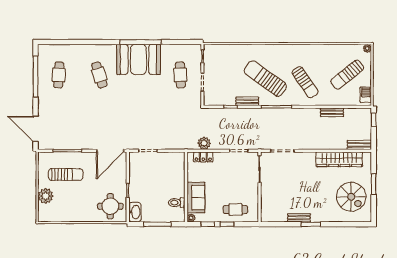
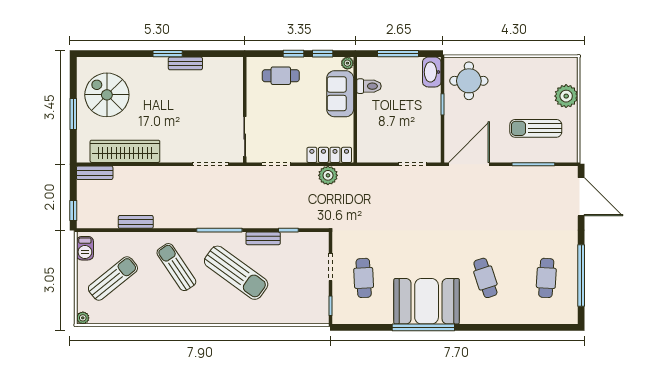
locker: (203, 157) -> (329, 155), width x1.53

